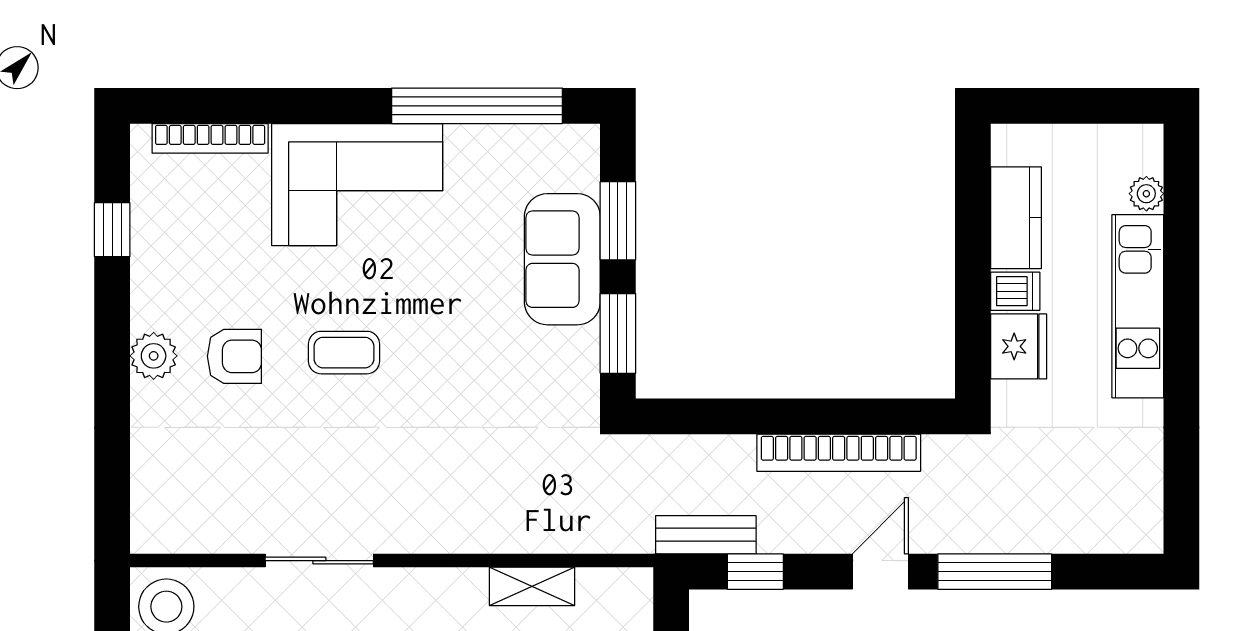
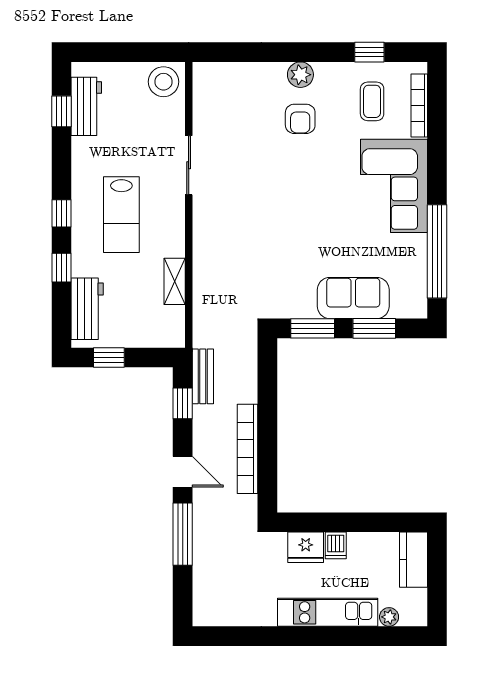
kitchen counter: (1016, 218) -> (413, 560), moved, turned 90
coffee table: (344, 353) -> (372, 101), moved

